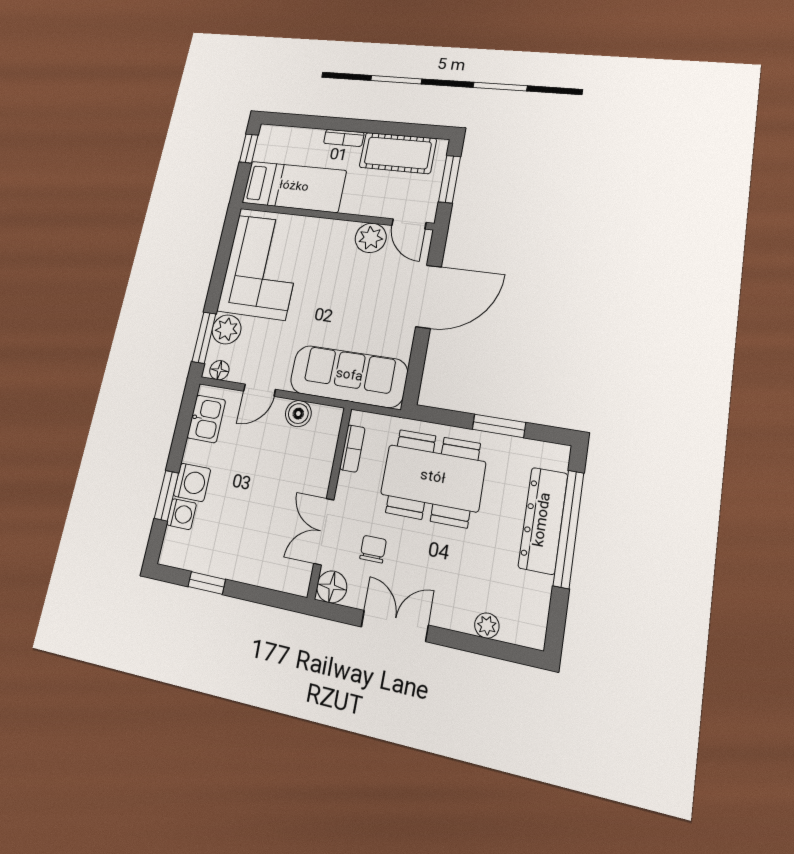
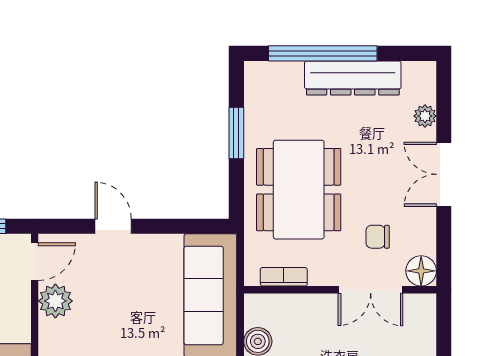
door: (429, 297) -> (113, 226), width x0.53
dresser: (543, 520) -> (353, 78), moved
double door: (395, 626) -> (444, 174), moved

